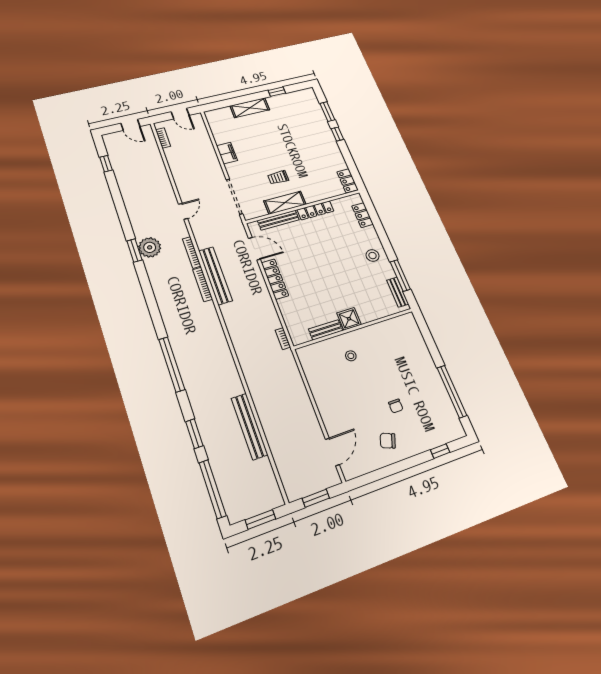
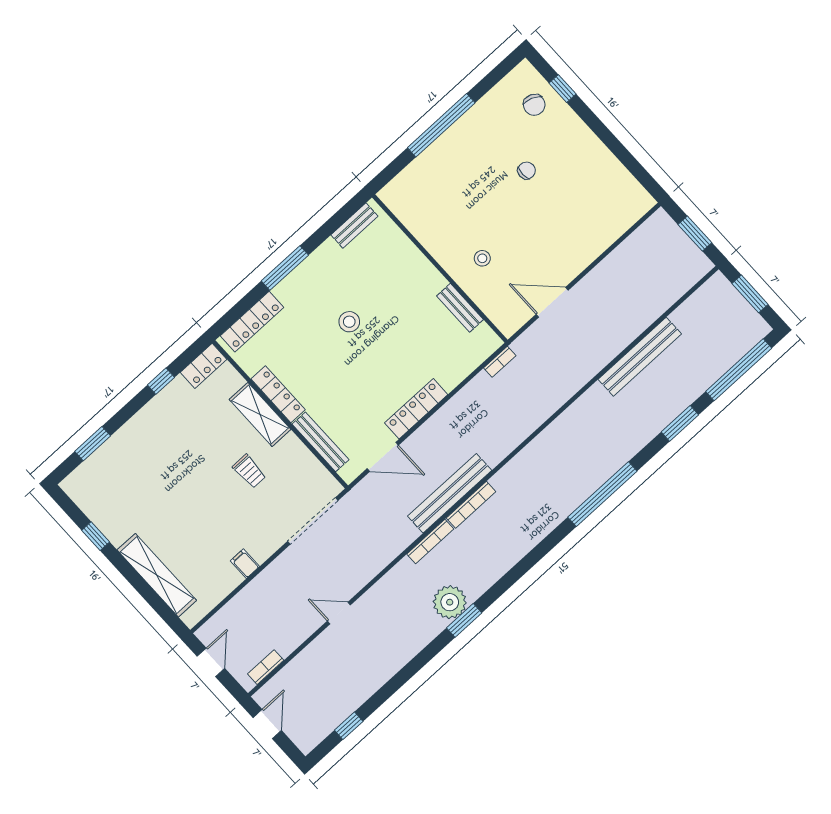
shelving: (250, 108) -> (157, 575), width x1.47
window: (337, 134) -> (161, 381), moved
filing cabinet: (227, 153) -> (245, 564), width x0.50
shelving: (285, 203) -> (260, 414), moved
door: (183, 211) -> (339, 613), moved
locker: (363, 215) -> (252, 322), width x1.53
door: (254, 249) -> (383, 457), swing flipped
stool: (373, 256) -> (349, 322), moved
window: (400, 276) -> (285, 268), moved
shower: (349, 319) -> (428, 281), removed
window: (452, 392) -> (441, 125), moved
chair: (388, 441) -> (534, 105), moved
door: (332, 452) -> (552, 302), moved

